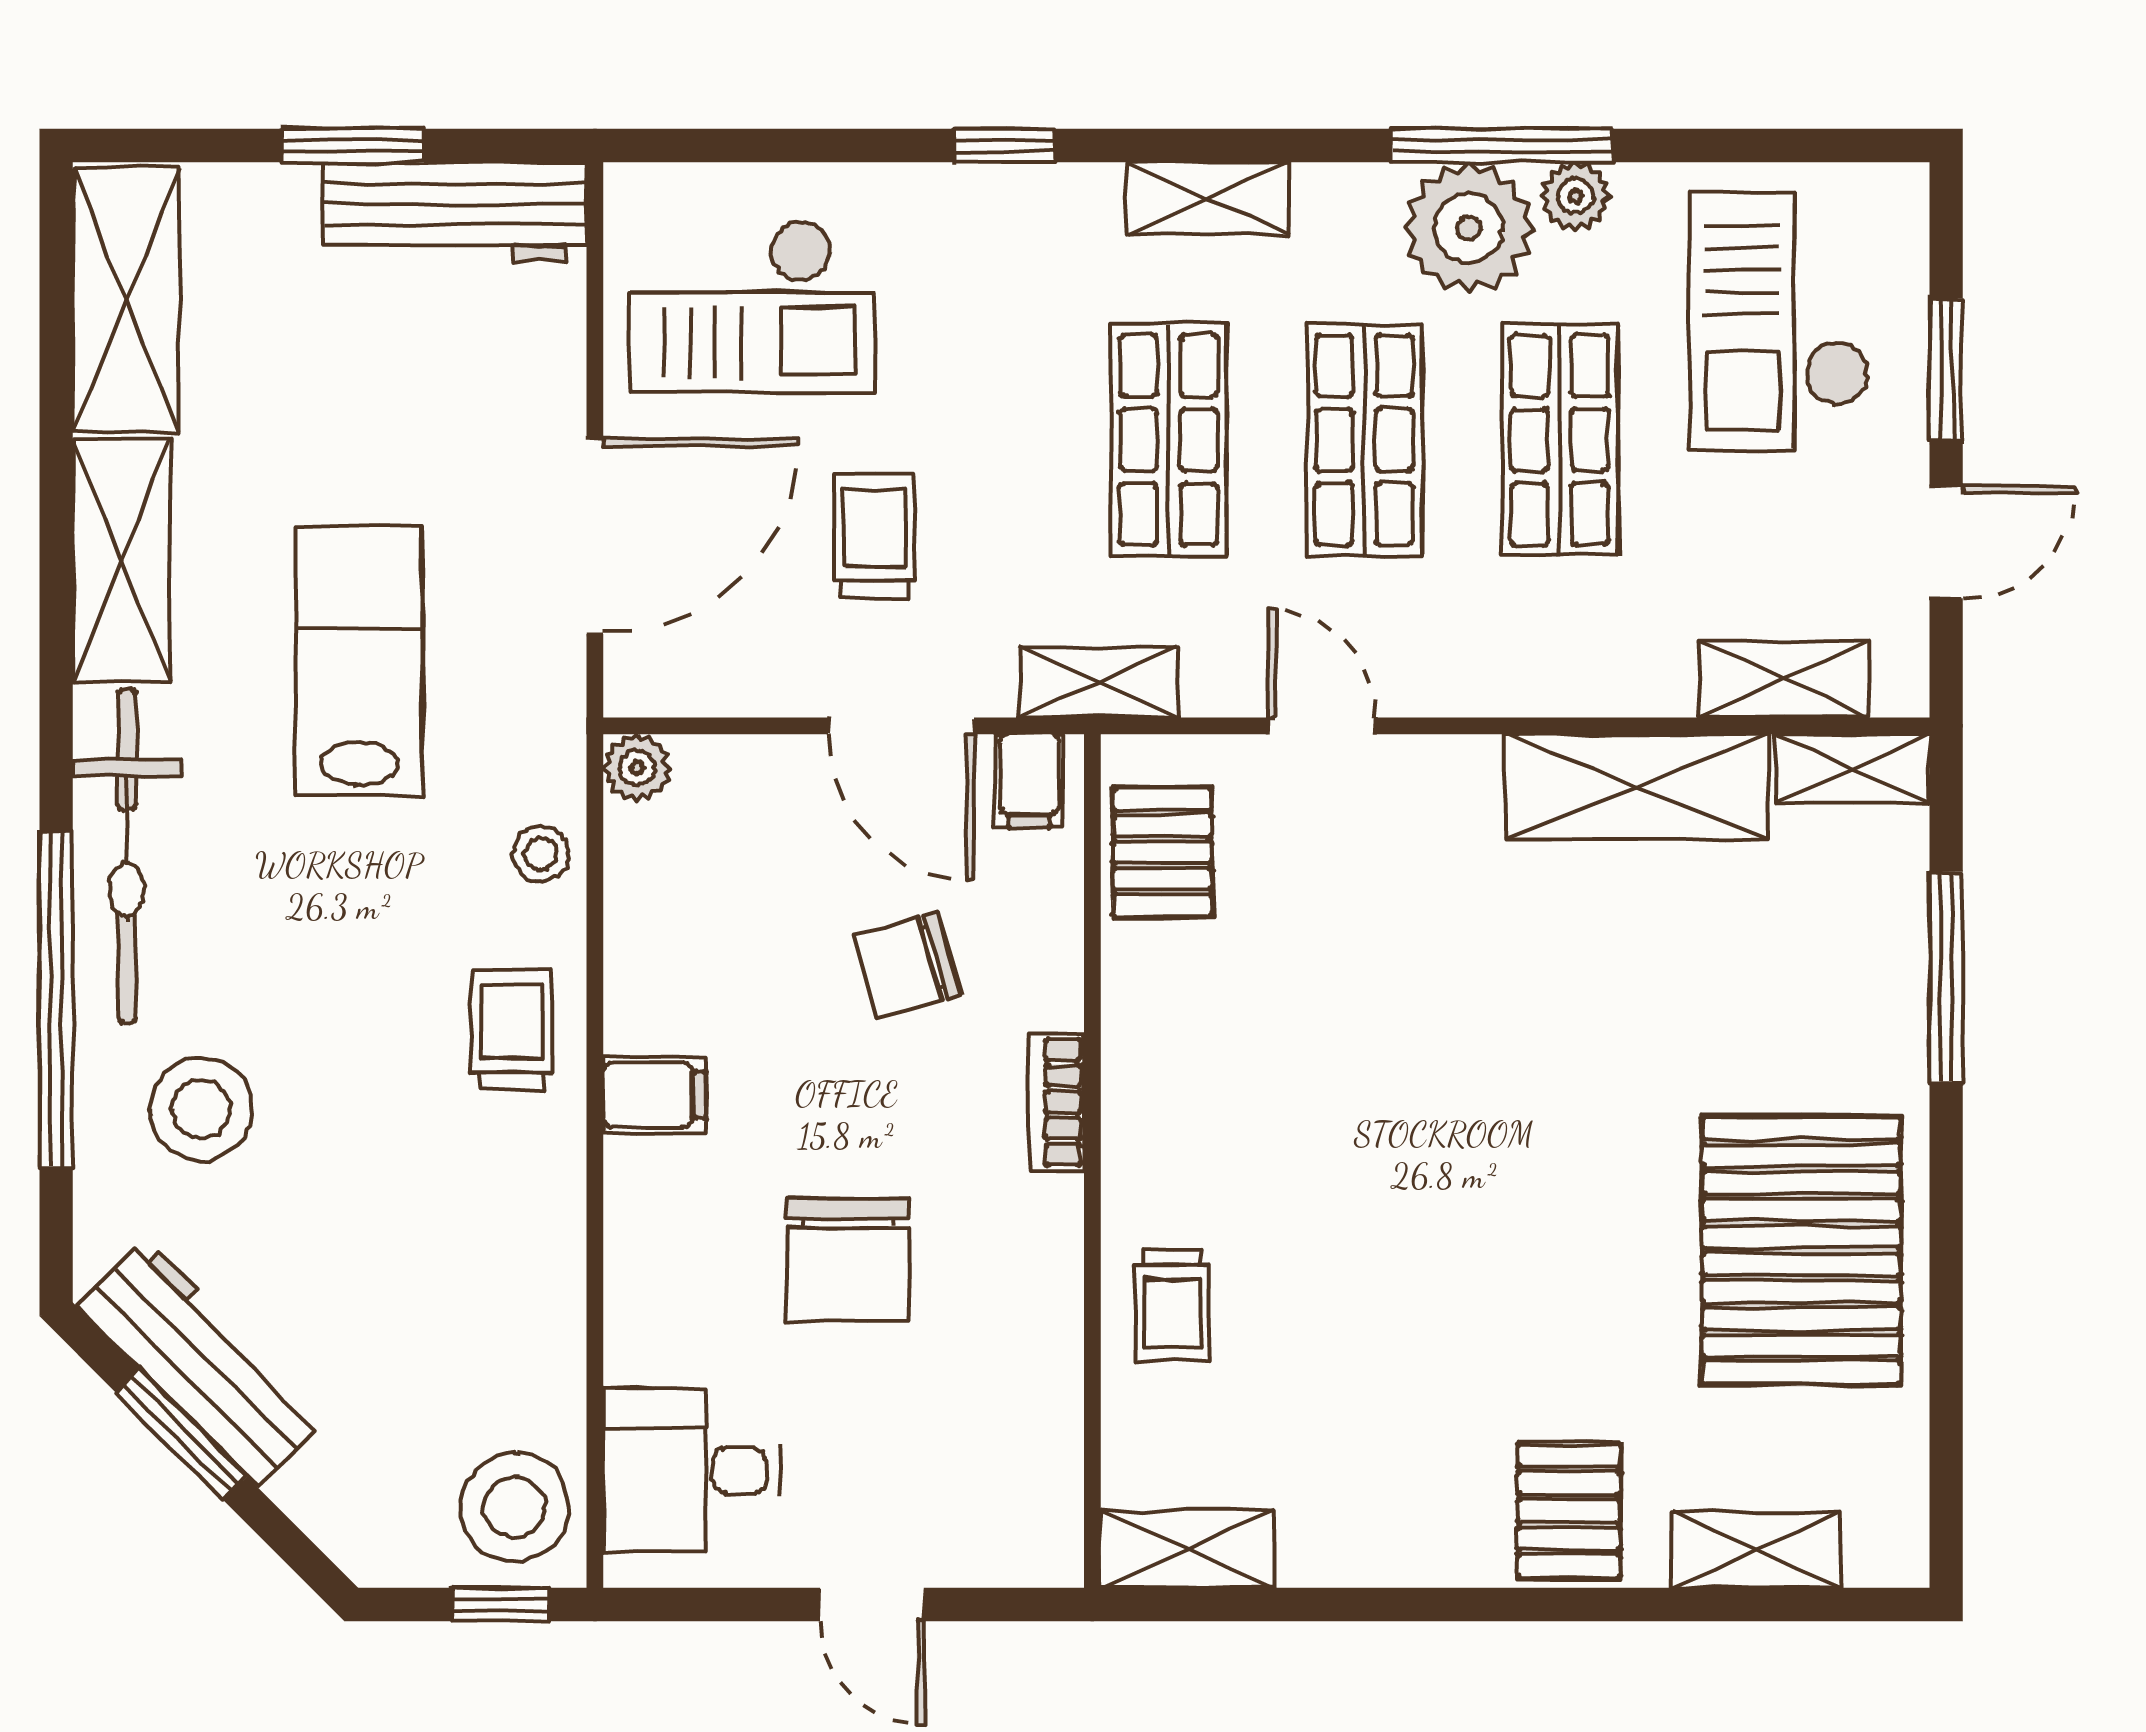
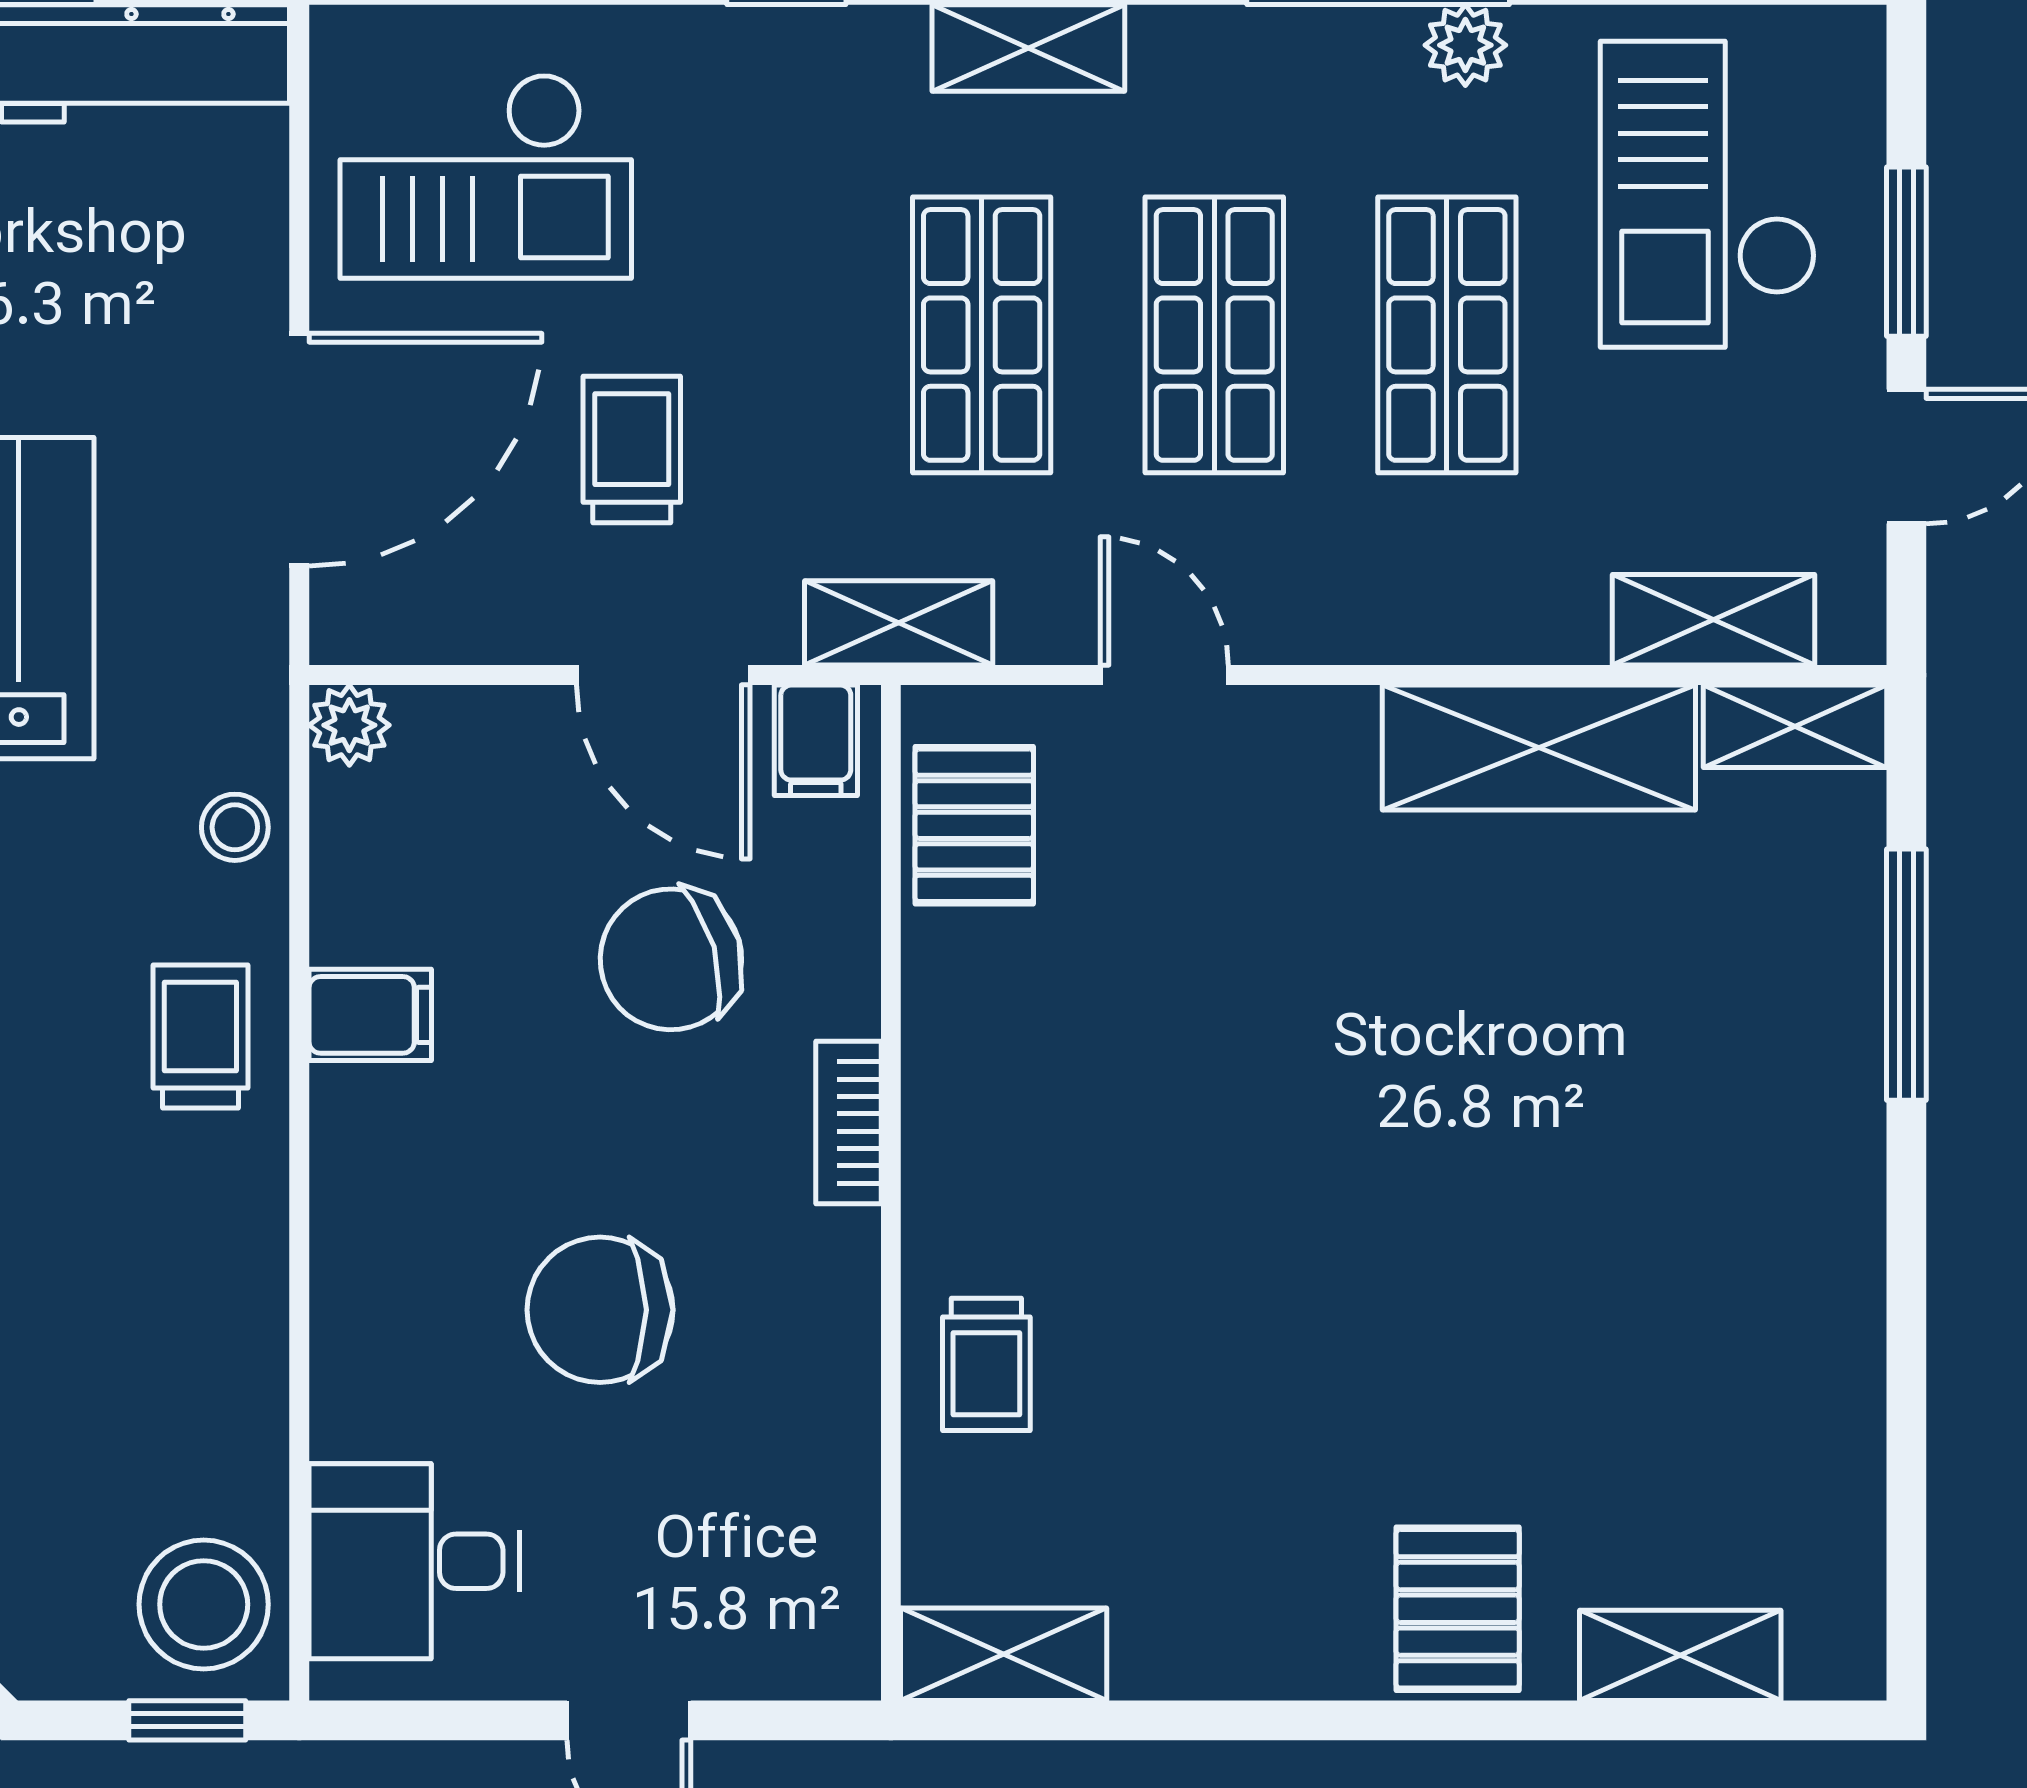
plant: (1469, 228) -> (1339, 83), removed
chair: (907, 965) -> (671, 959), width x1.37, depth x1.37
filing cabinet: (655, 1095) -> (370, 1015), moved
pallet: (1801, 1251) -> (1734, 1299), removed
chair: (848, 1259) -> (600, 1310), turned 90

